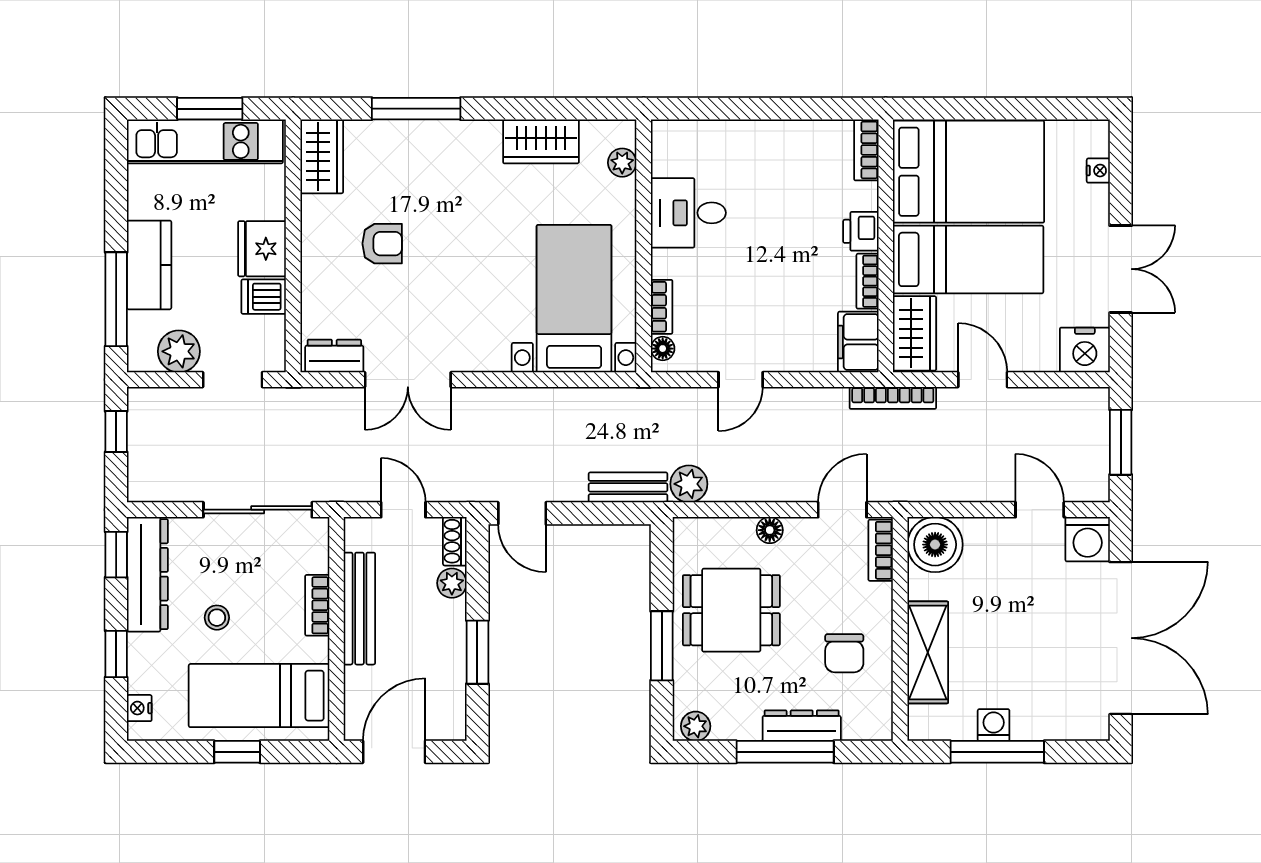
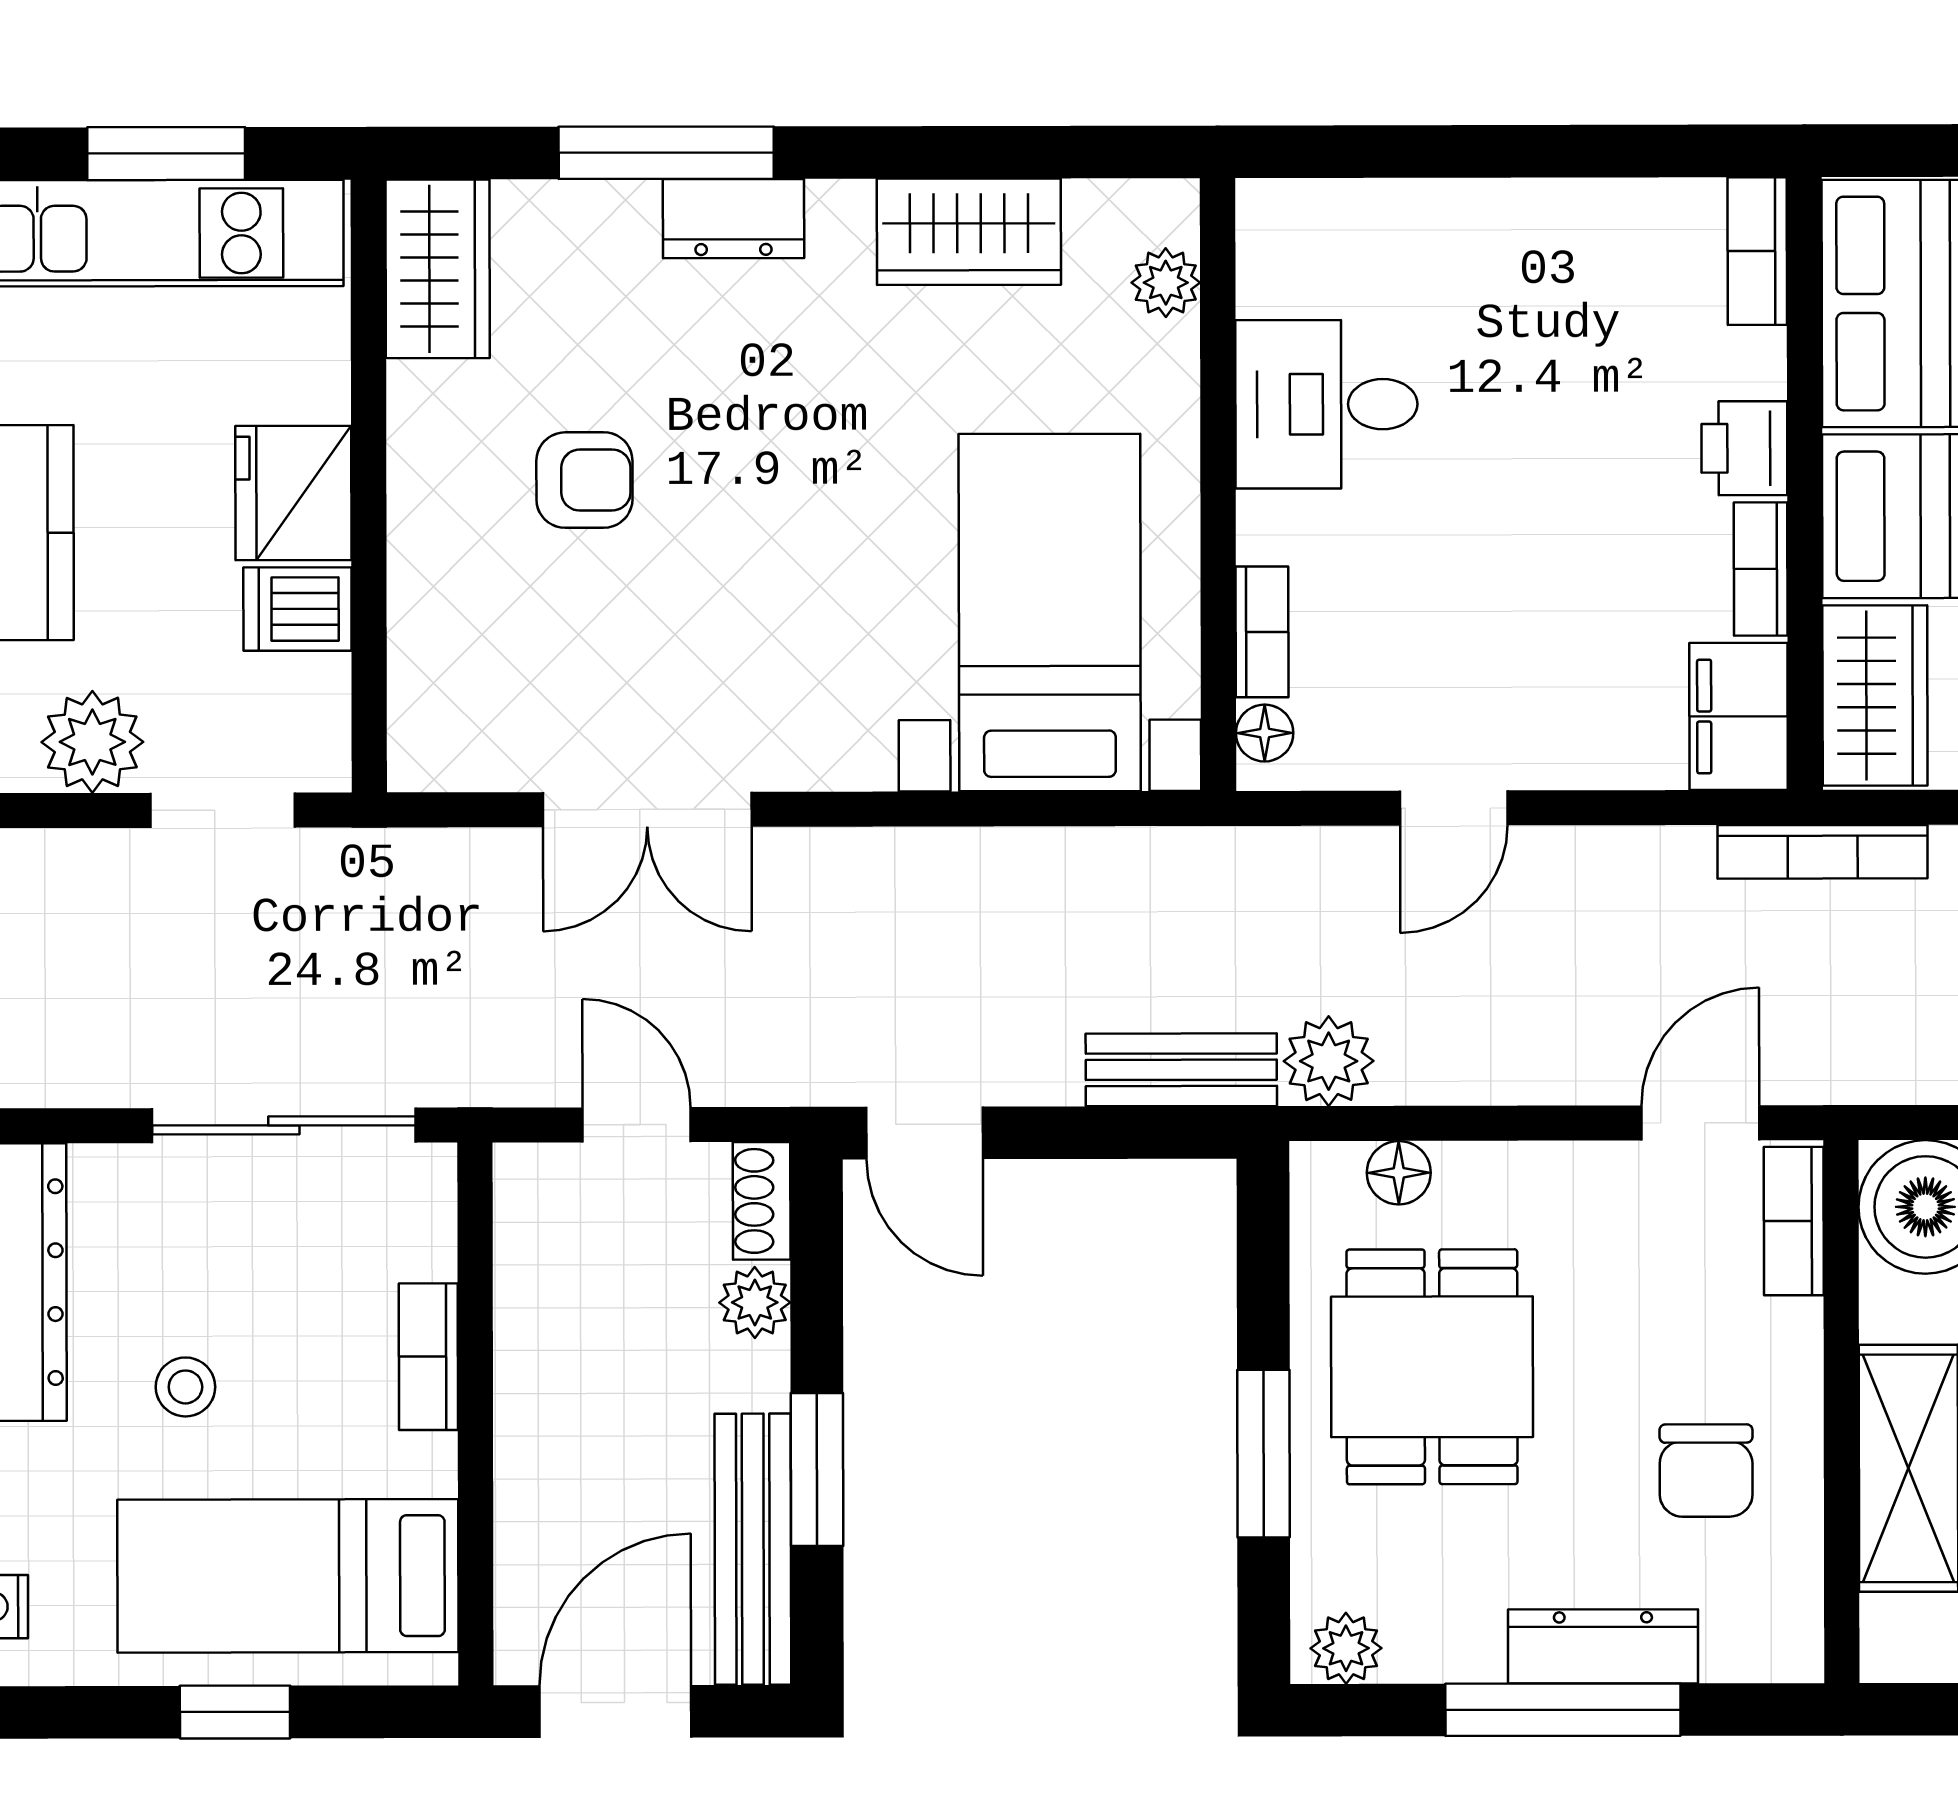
dresser: (334, 356) -> (733, 219), moved, turned 180
floor lamp: (770, 530) -> (1399, 1173), moved
bench: (359, 609) -> (753, 1549), moved
dining table: (731, 610) -> (1432, 1367), turned 90

